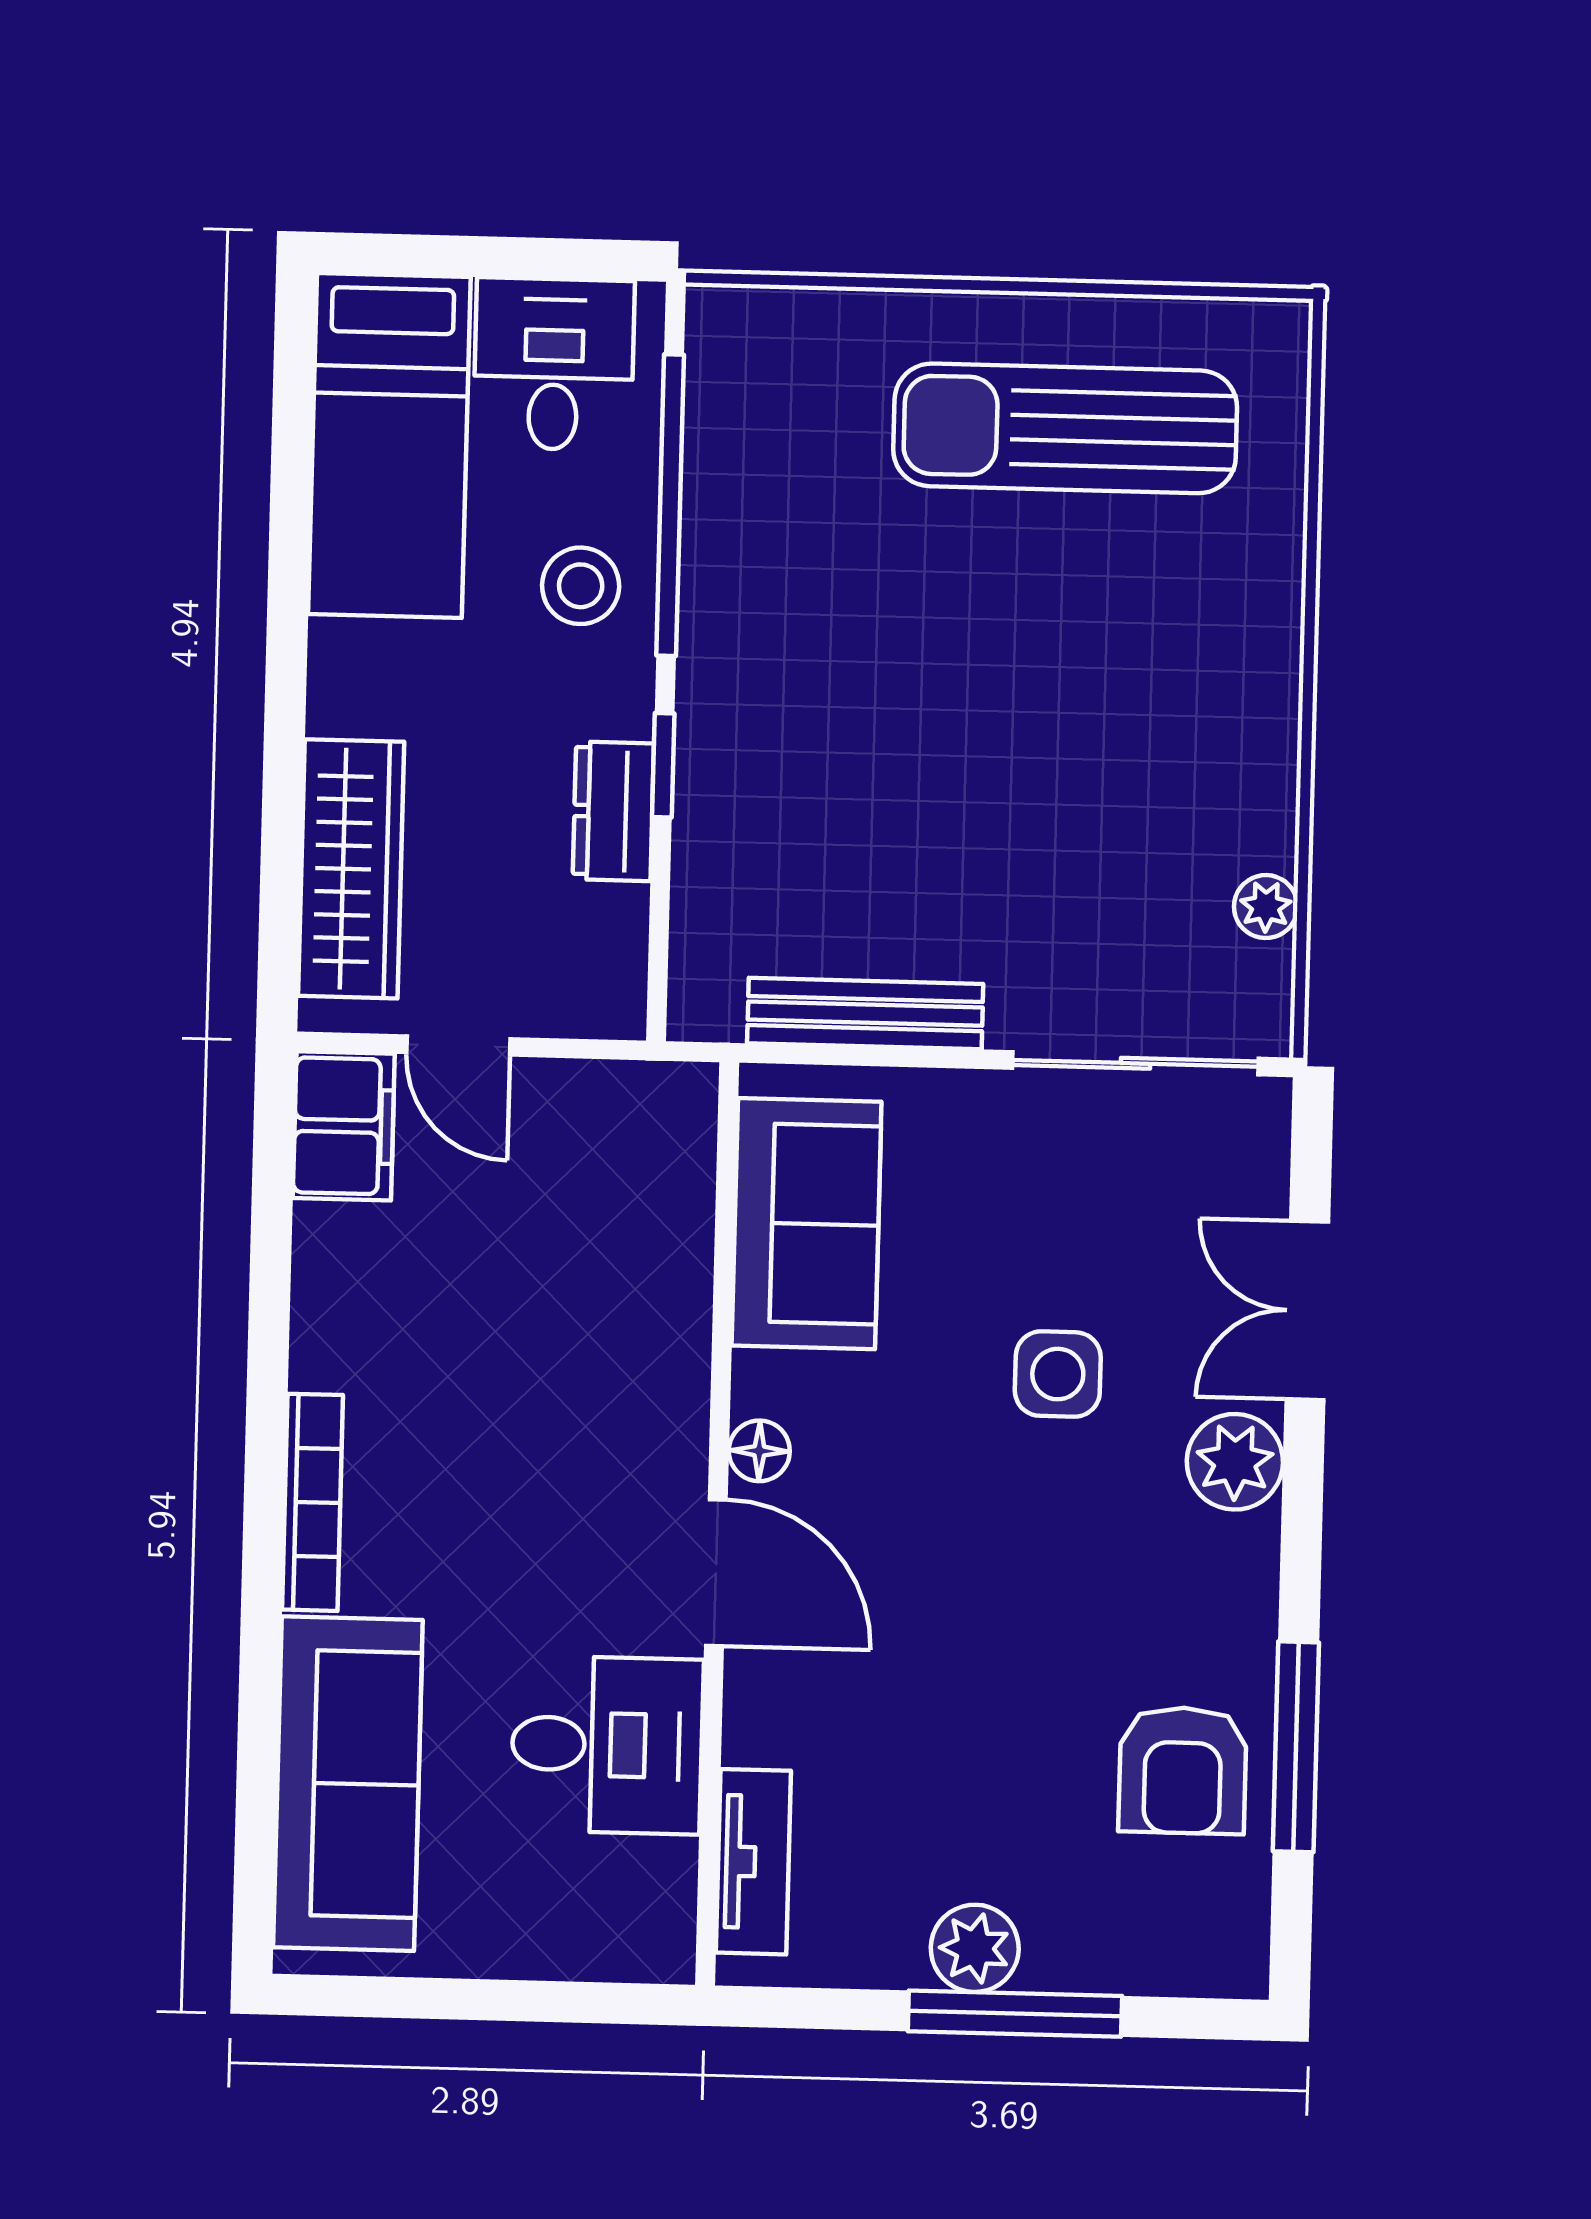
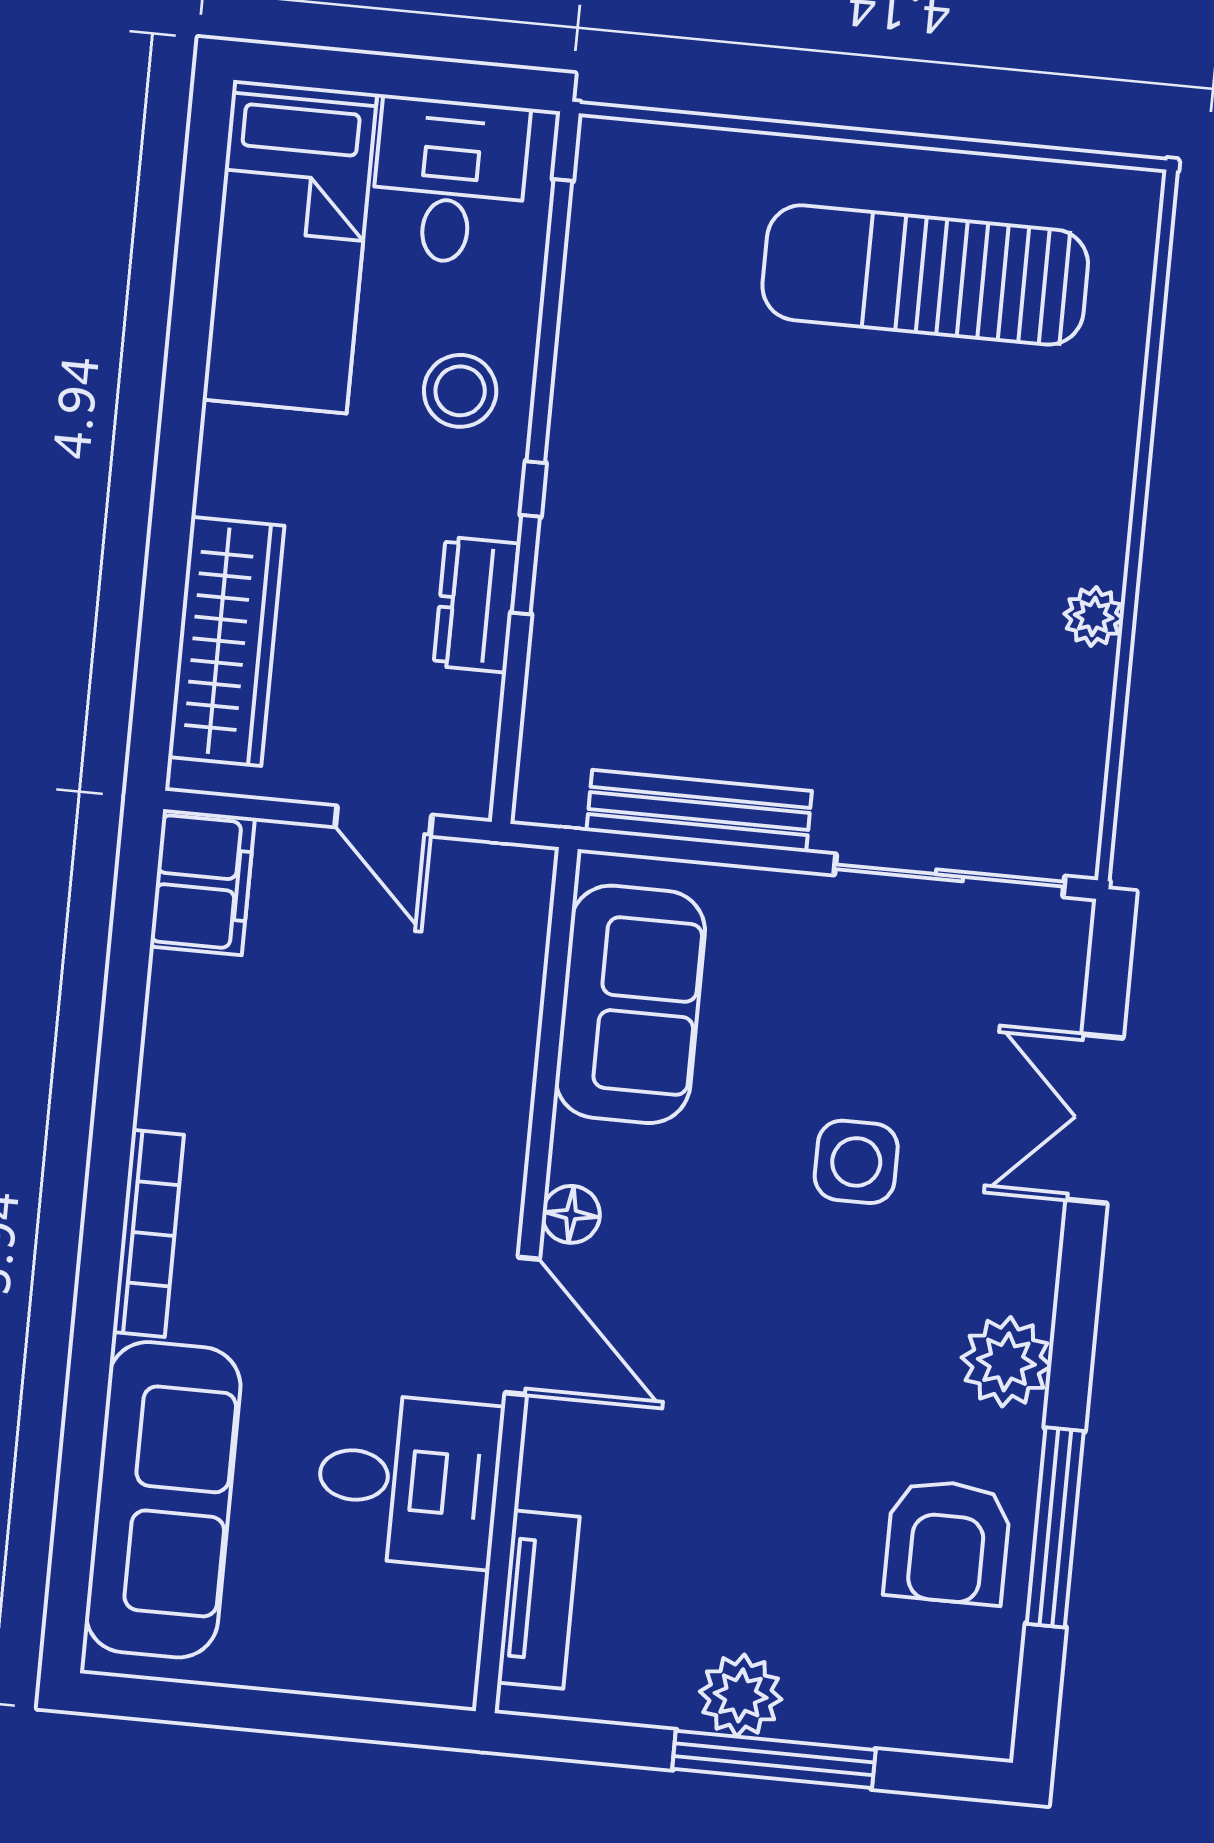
plant: (1266, 907) -> (1094, 616), moved
door: (458, 1046) -> (383, 821), moved
plant: (1235, 1462) -> (1006, 1362), moved

